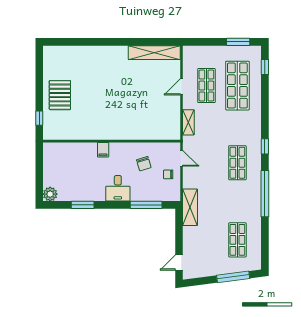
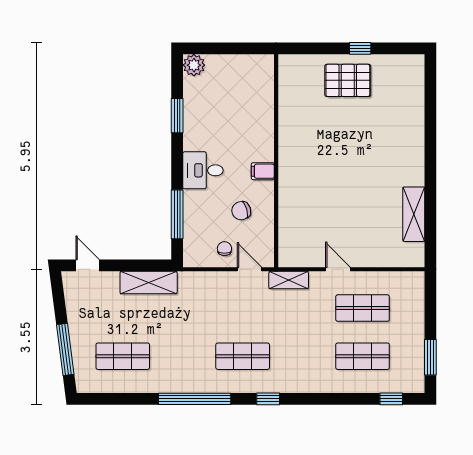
shelving: (154, 53) -> (414, 214), width x0.68
shop shelf: (237, 86) -> (363, 356), width x0.70, depth x0.74
door: (181, 87) -> (338, 269), moved
window: (39, 118) -> (360, 48), moved
shelving: (188, 122) -> (289, 280), moved
filing cabinet: (103, 150) -> (263, 171), moved
door: (181, 158) -> (249, 269), swing flipped
shelving: (190, 207) -> (149, 283), moved

